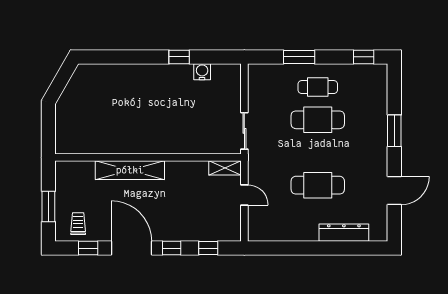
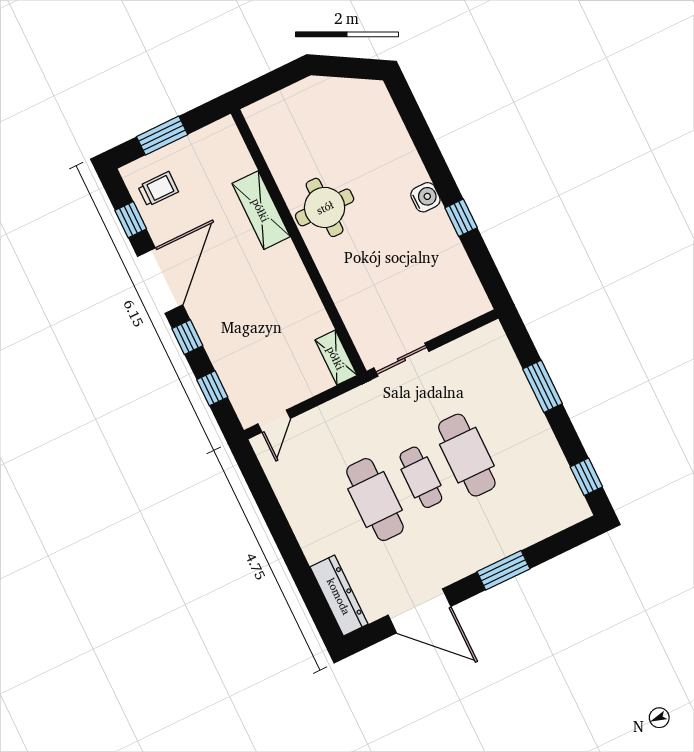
water cooler: (202, 72) -> (425, 197), moved
cafe table: (318, 87) -> (421, 477), moved
round table: (135, 133) -> (325, 207), added
shelving: (130, 170) -> (261, 210), width x0.68
door: (394, 191) -> (419, 611), width x1.36
door: (244, 195) -> (274, 421), moved
dresser: (344, 233) -> (339, 596), moved

